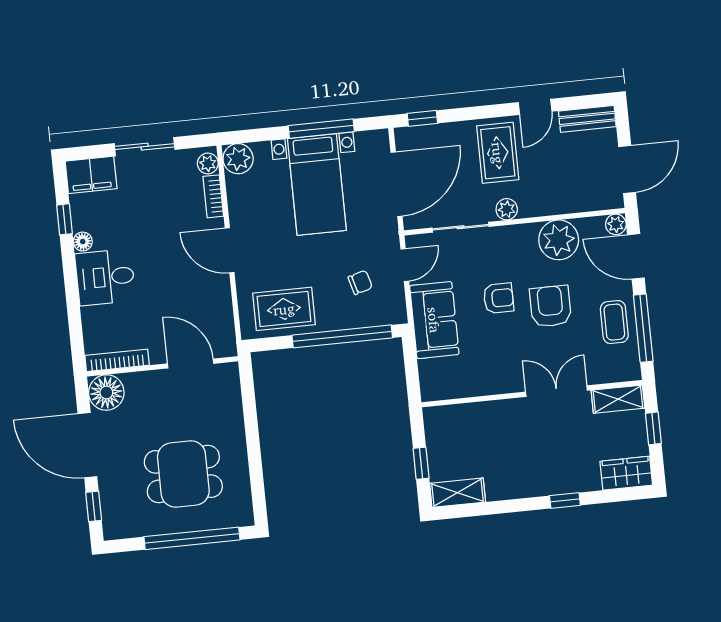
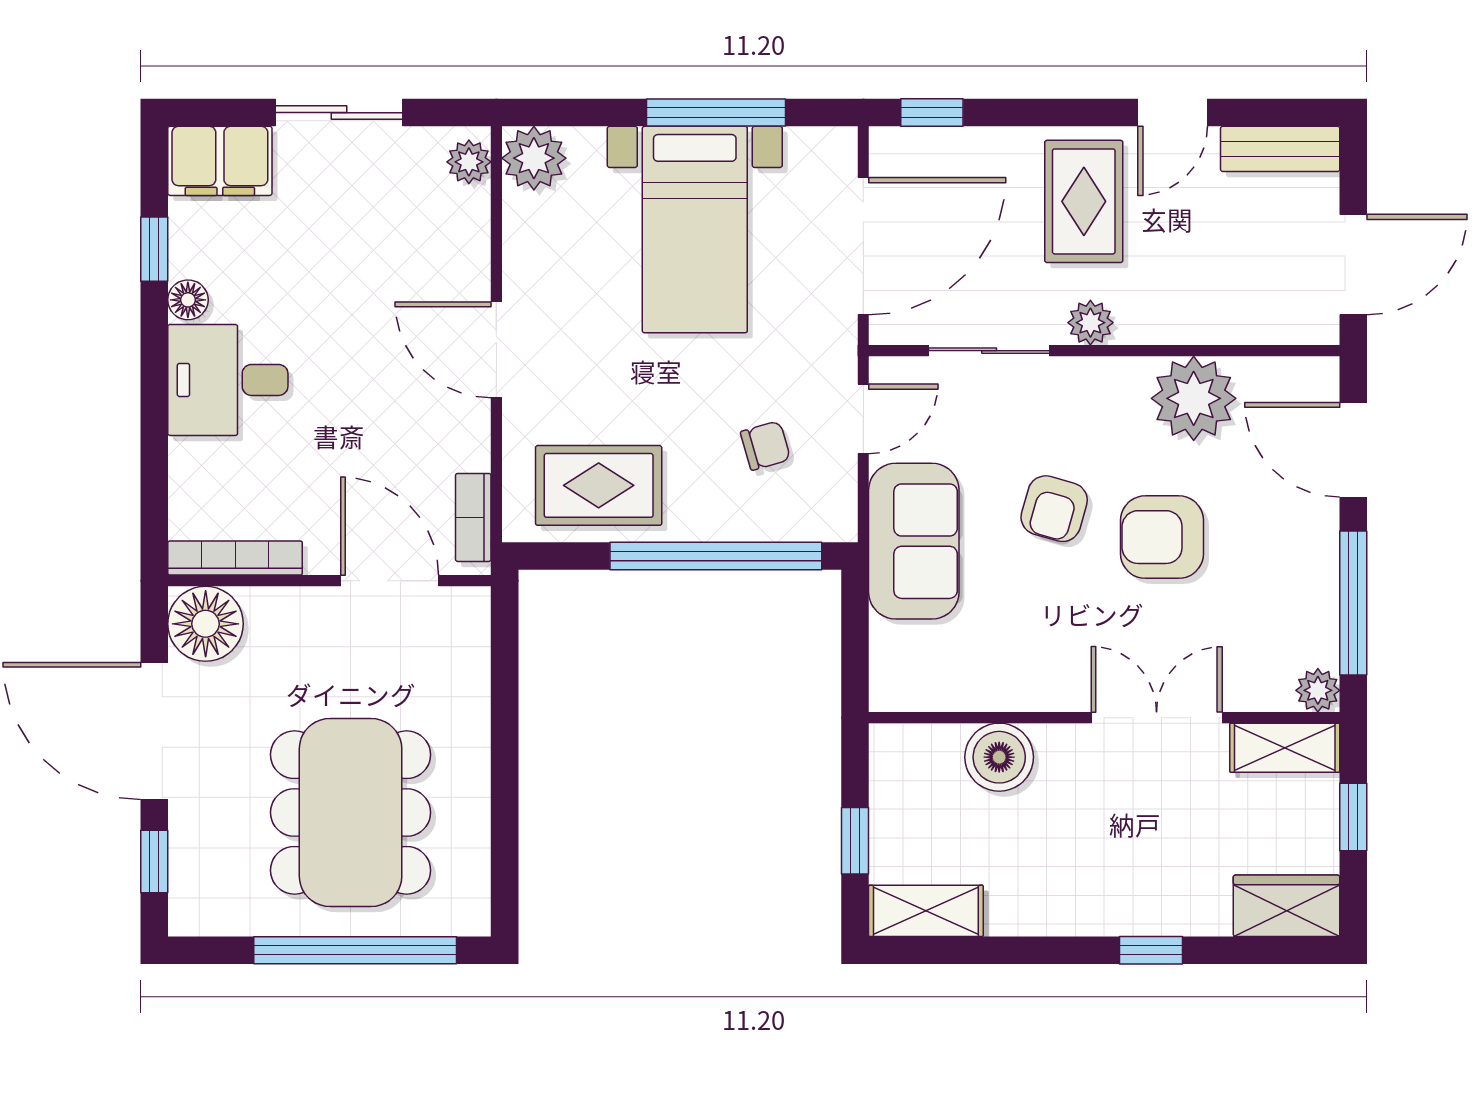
bookcase: (213, 196) -> (473, 517), moved
plant: (616, 224) -> (1318, 690), moved
armchair: (499, 298) -> (1054, 509), turned 106
armchair: (550, 306) -> (1162, 537), turned -90
coffee table: (614, 322) -> (1294, 584), removed
boiler: (485, 417) -> (999, 757), added
dining table: (183, 474) -> (351, 812), width x1.38

